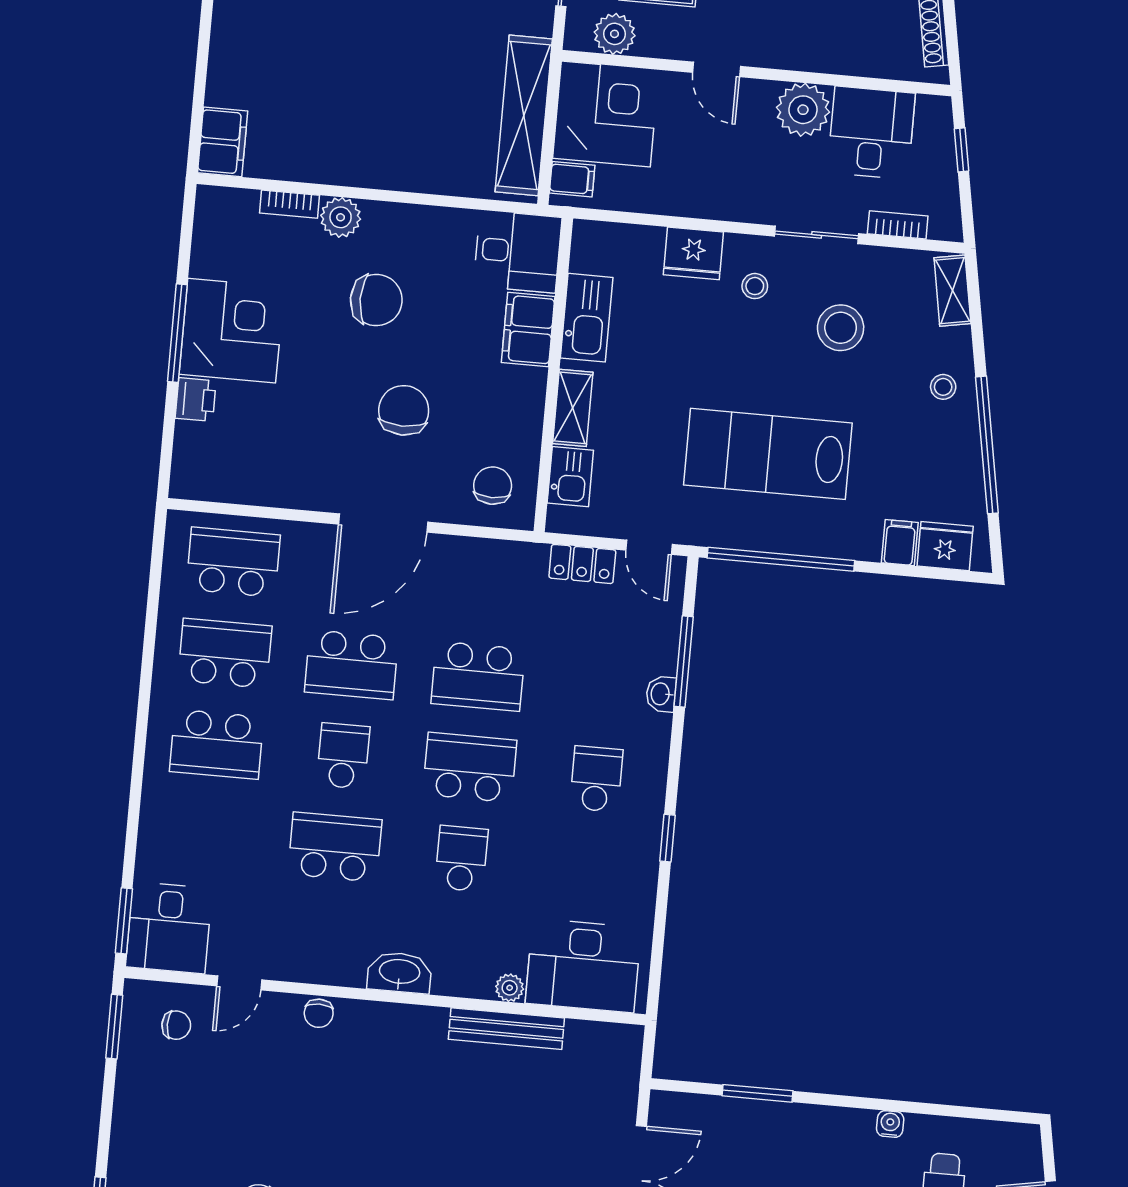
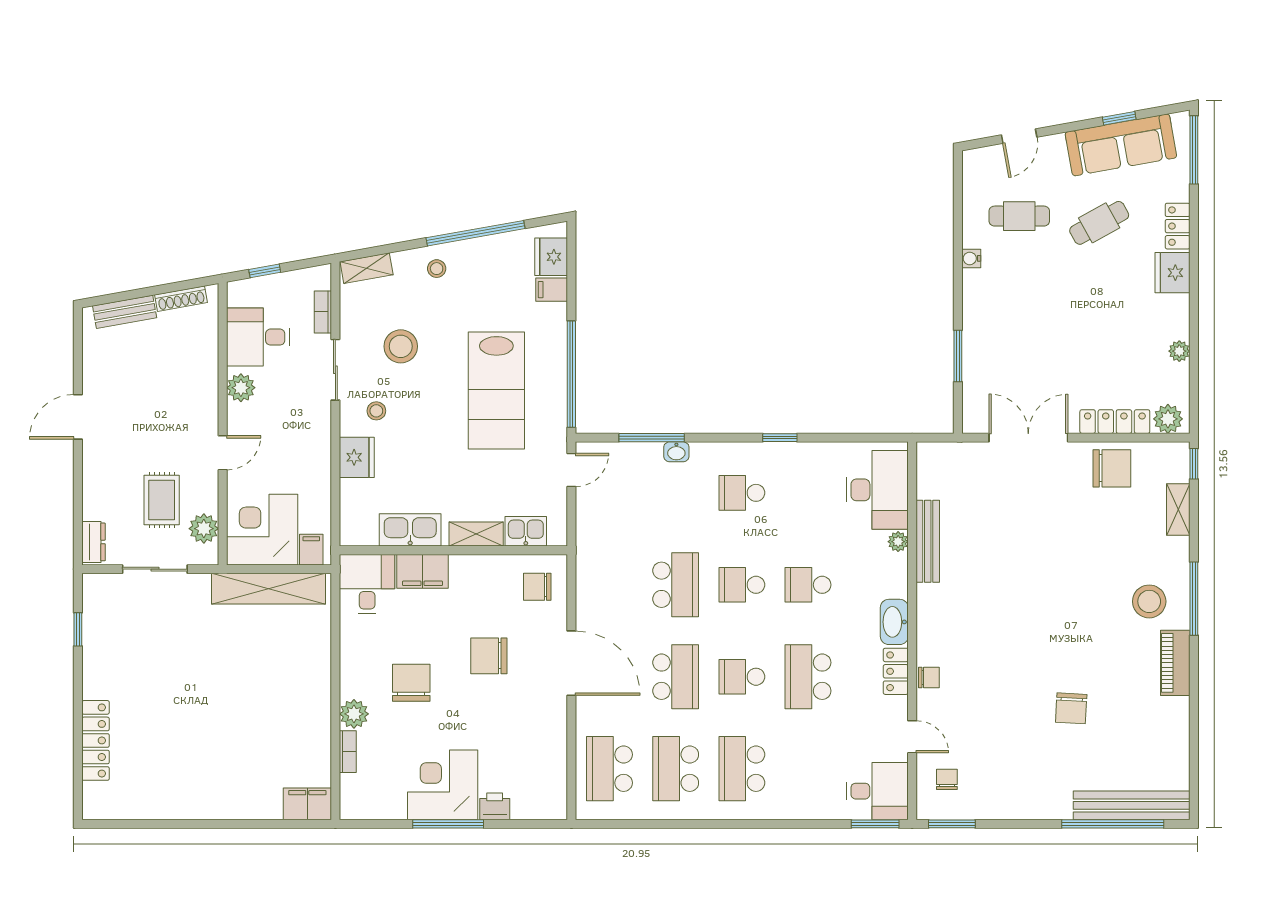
plant: (803, 110) -> (241, 388), width x0.73, depth x0.73
locker: (582, 564) -> (896, 671), moved, turned 180
school desk: (217, 744) -> (742, 769), turned 180
school desk: (470, 767) -> (742, 585), width x0.54

